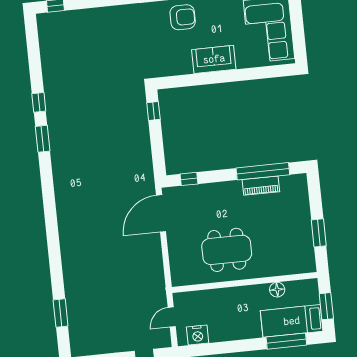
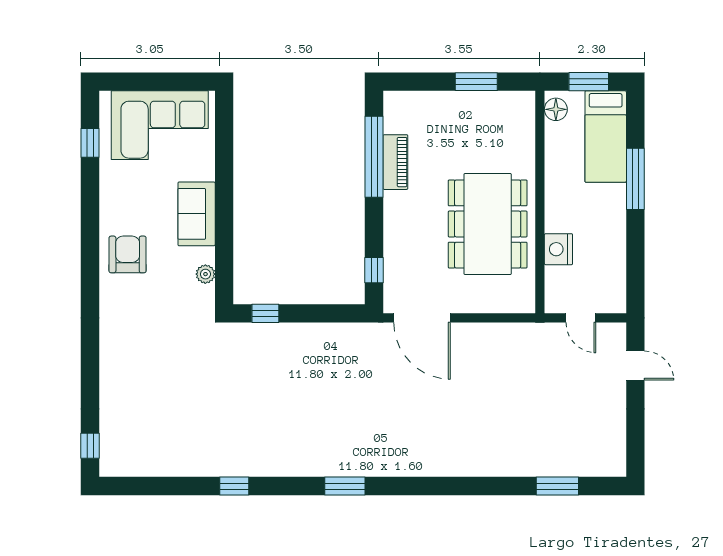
plant: (175, 69) -> (205, 274), added
window: (43, 139) -> (345, 486), moved
dining table: (227, 250) -> (488, 224), width x1.36, depth x1.24
floor lamp: (277, 290) -> (556, 109), moved
nightstand: (198, 335) -> (558, 249), moved, turned 180
window: (286, 341) -> (635, 179), moved

